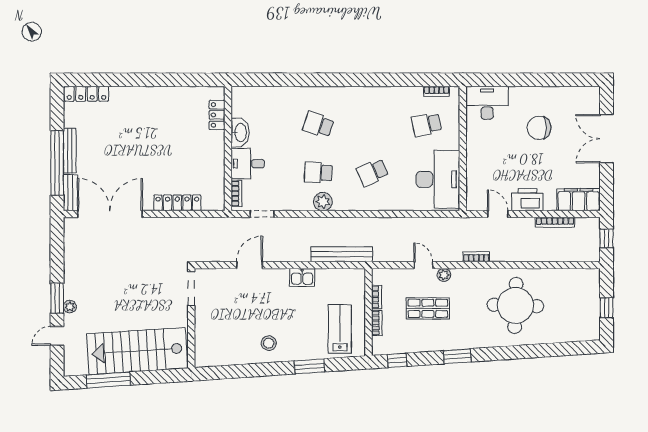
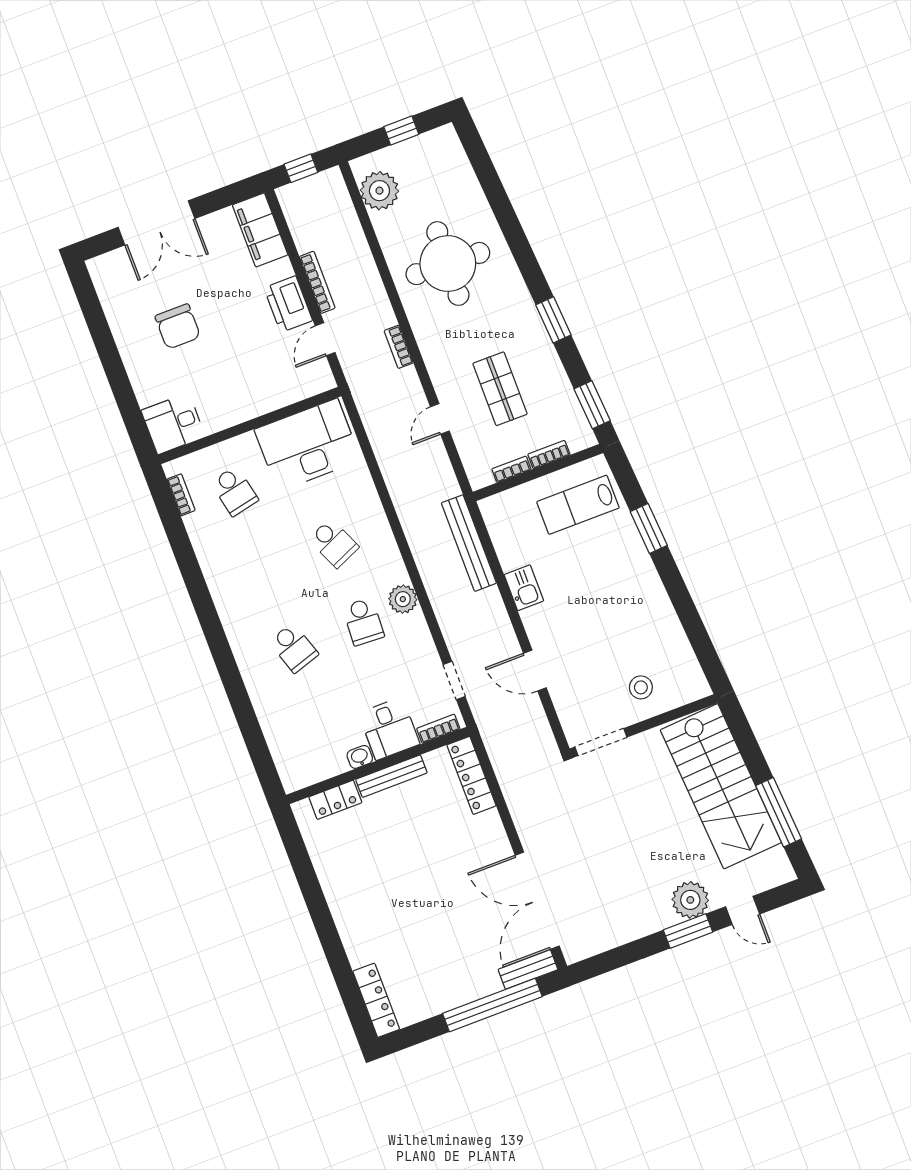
desk: (487, 103) -> (173, 424), width x0.73
school desk: (318, 124) -> (294, 648), turned -36
washbasin: (240, 133) -> (360, 757), width x0.52, depth x0.69
bench: (70, 151) -> (391, 776), moved
locker: (177, 203) -> (471, 775), moved
bookcase: (555, 222) -> (317, 282), moved
plant: (444, 275) -> (379, 191), moved, width x1.88, depth x1.88
plant: (70, 307) -> (690, 900), width x1.87, depth x1.87
stool: (269, 343) -> (641, 687), moved
window: (397, 360) -> (592, 405), width x1.50

